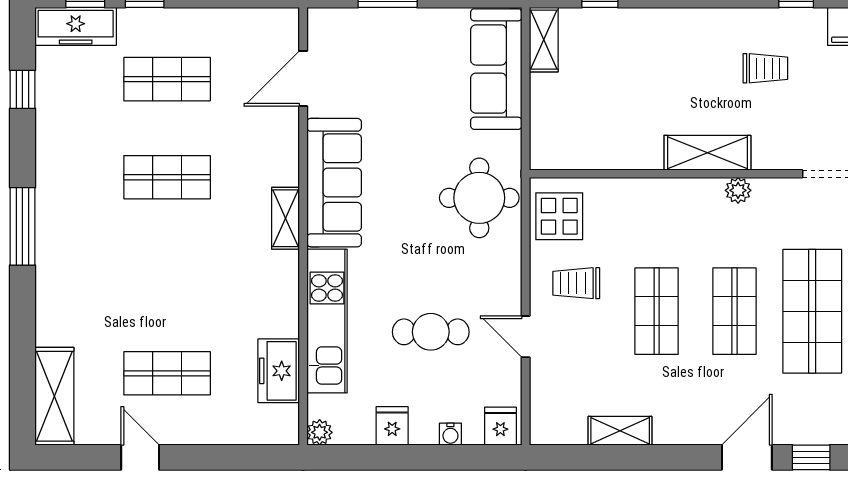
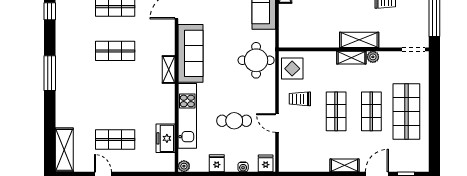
shelving: (690, 192) -> (351, 58), added
shelving: (620, 431) -> (344, 165), moved

